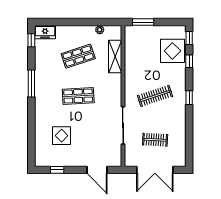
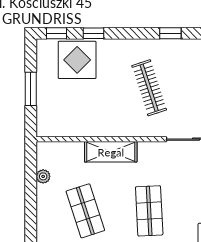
window: (143, 22) -> (31, 89), moved
shelving: (115, 56) -> (111, 152), moved
window: (189, 98) -> (170, 33), moved

